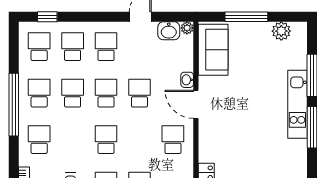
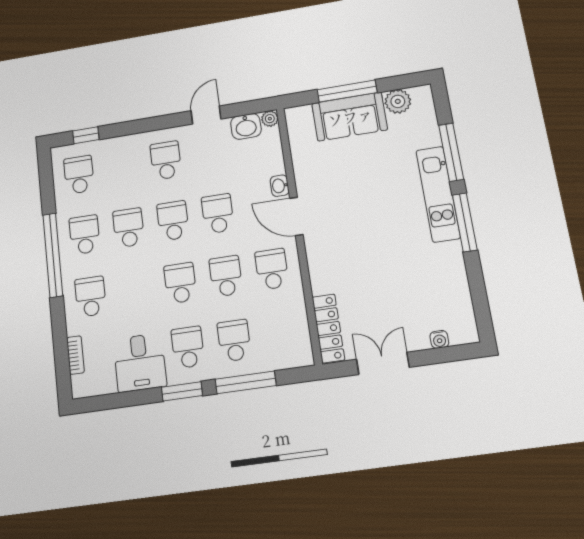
school desk: (73, 47) -> (226, 276), moved
sofa: (213, 50) -> (350, 117), moved, turned 90

